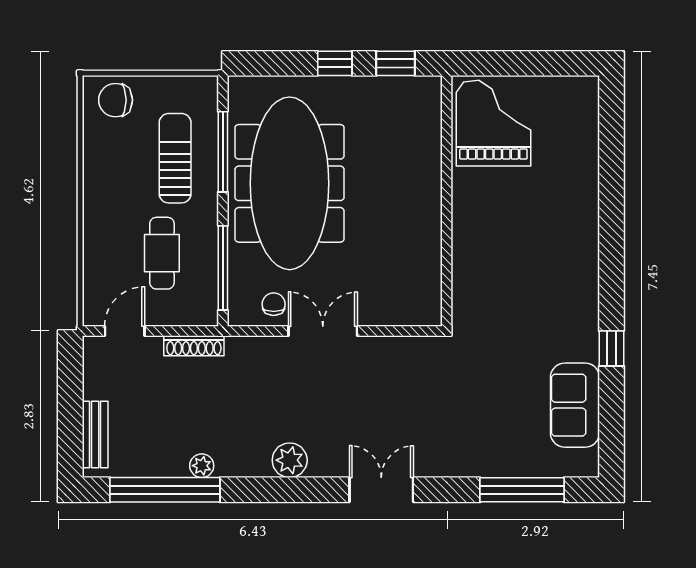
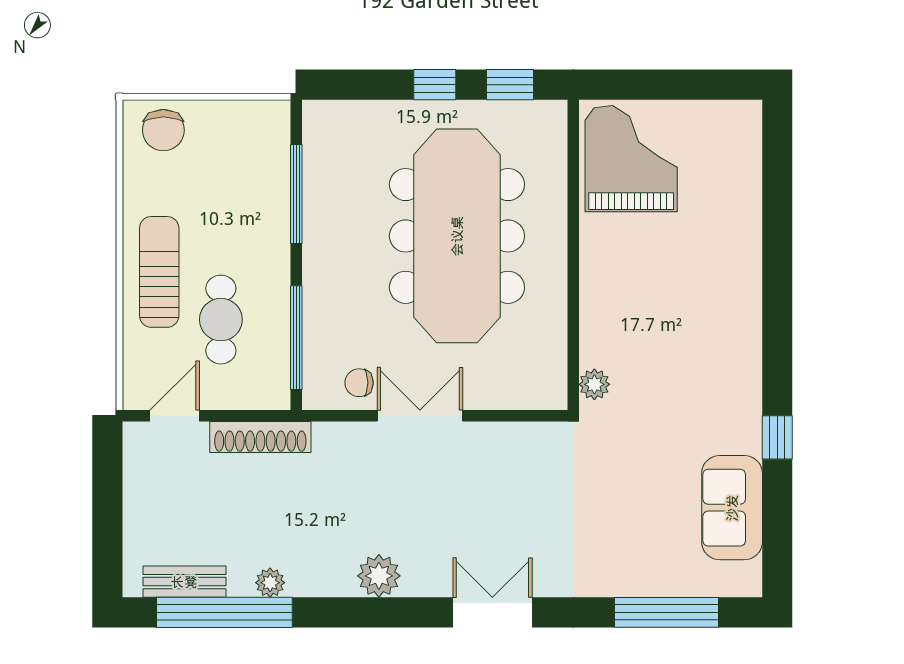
chair: (116, 100) -> (163, 130), turned -90
sun lounger: (175, 158) -> (159, 272), moved
meeting table: (290, 183) -> (457, 236), moved
chair: (274, 304) -> (359, 383), turned -90
plant: (464, 306) -> (594, 384), added
shoe rack: (194, 346) -> (260, 437), width x1.36, depth x1.24
bench: (95, 434) -> (184, 582), moved, turned 90

